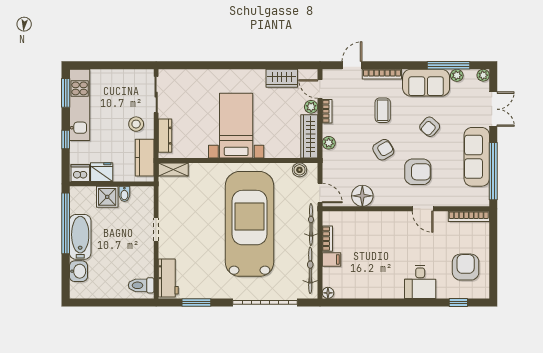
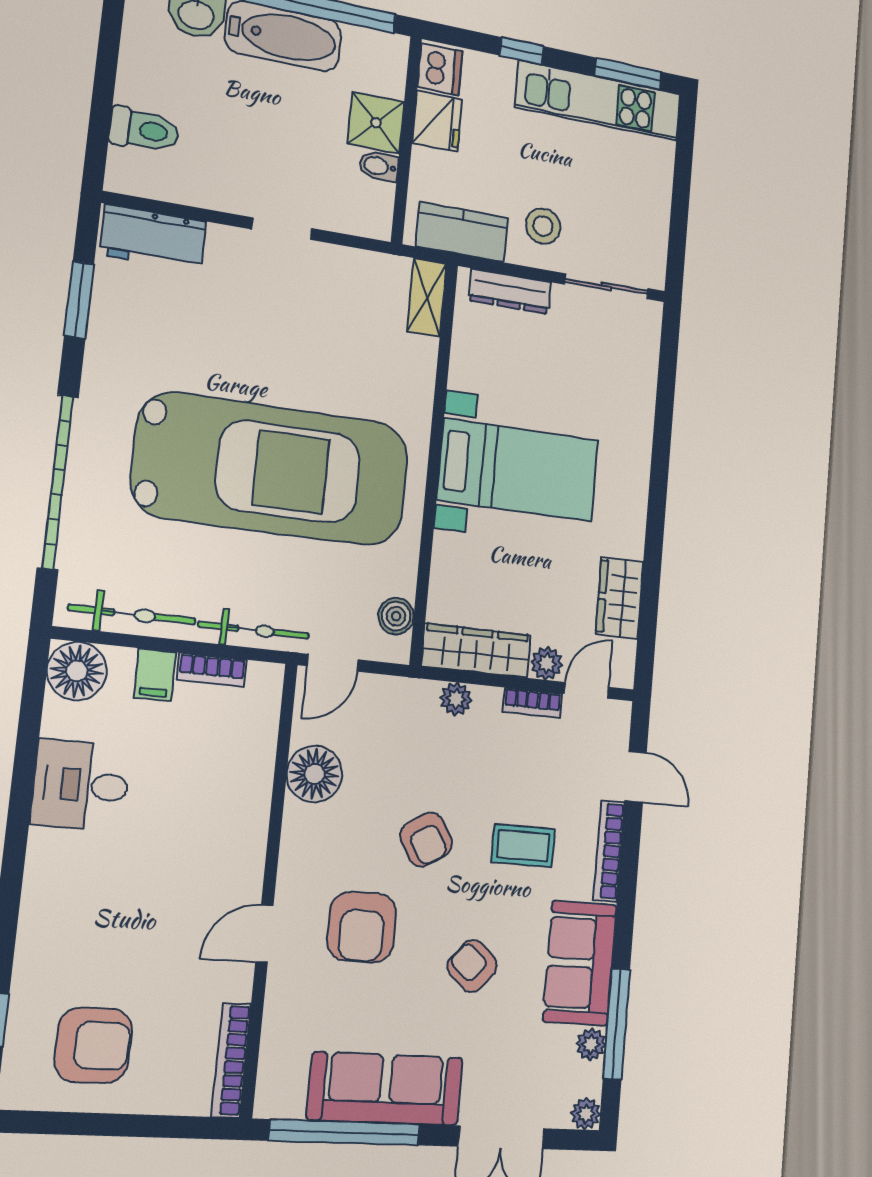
desk: (420, 282) -> (81, 785), moved
toilet: (141, 285) -> (144, 130), moved, turned 90
floor lamp: (328, 293) -> (77, 671), width x1.89, depth x1.89

